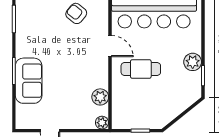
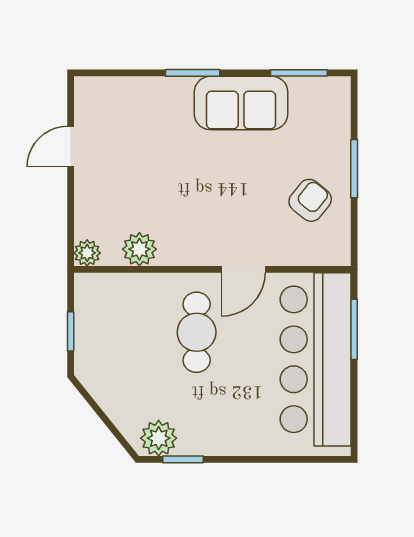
plant: (193, 62) -> (159, 438), moved
sofa: (29, 81) -> (241, 103), moved

